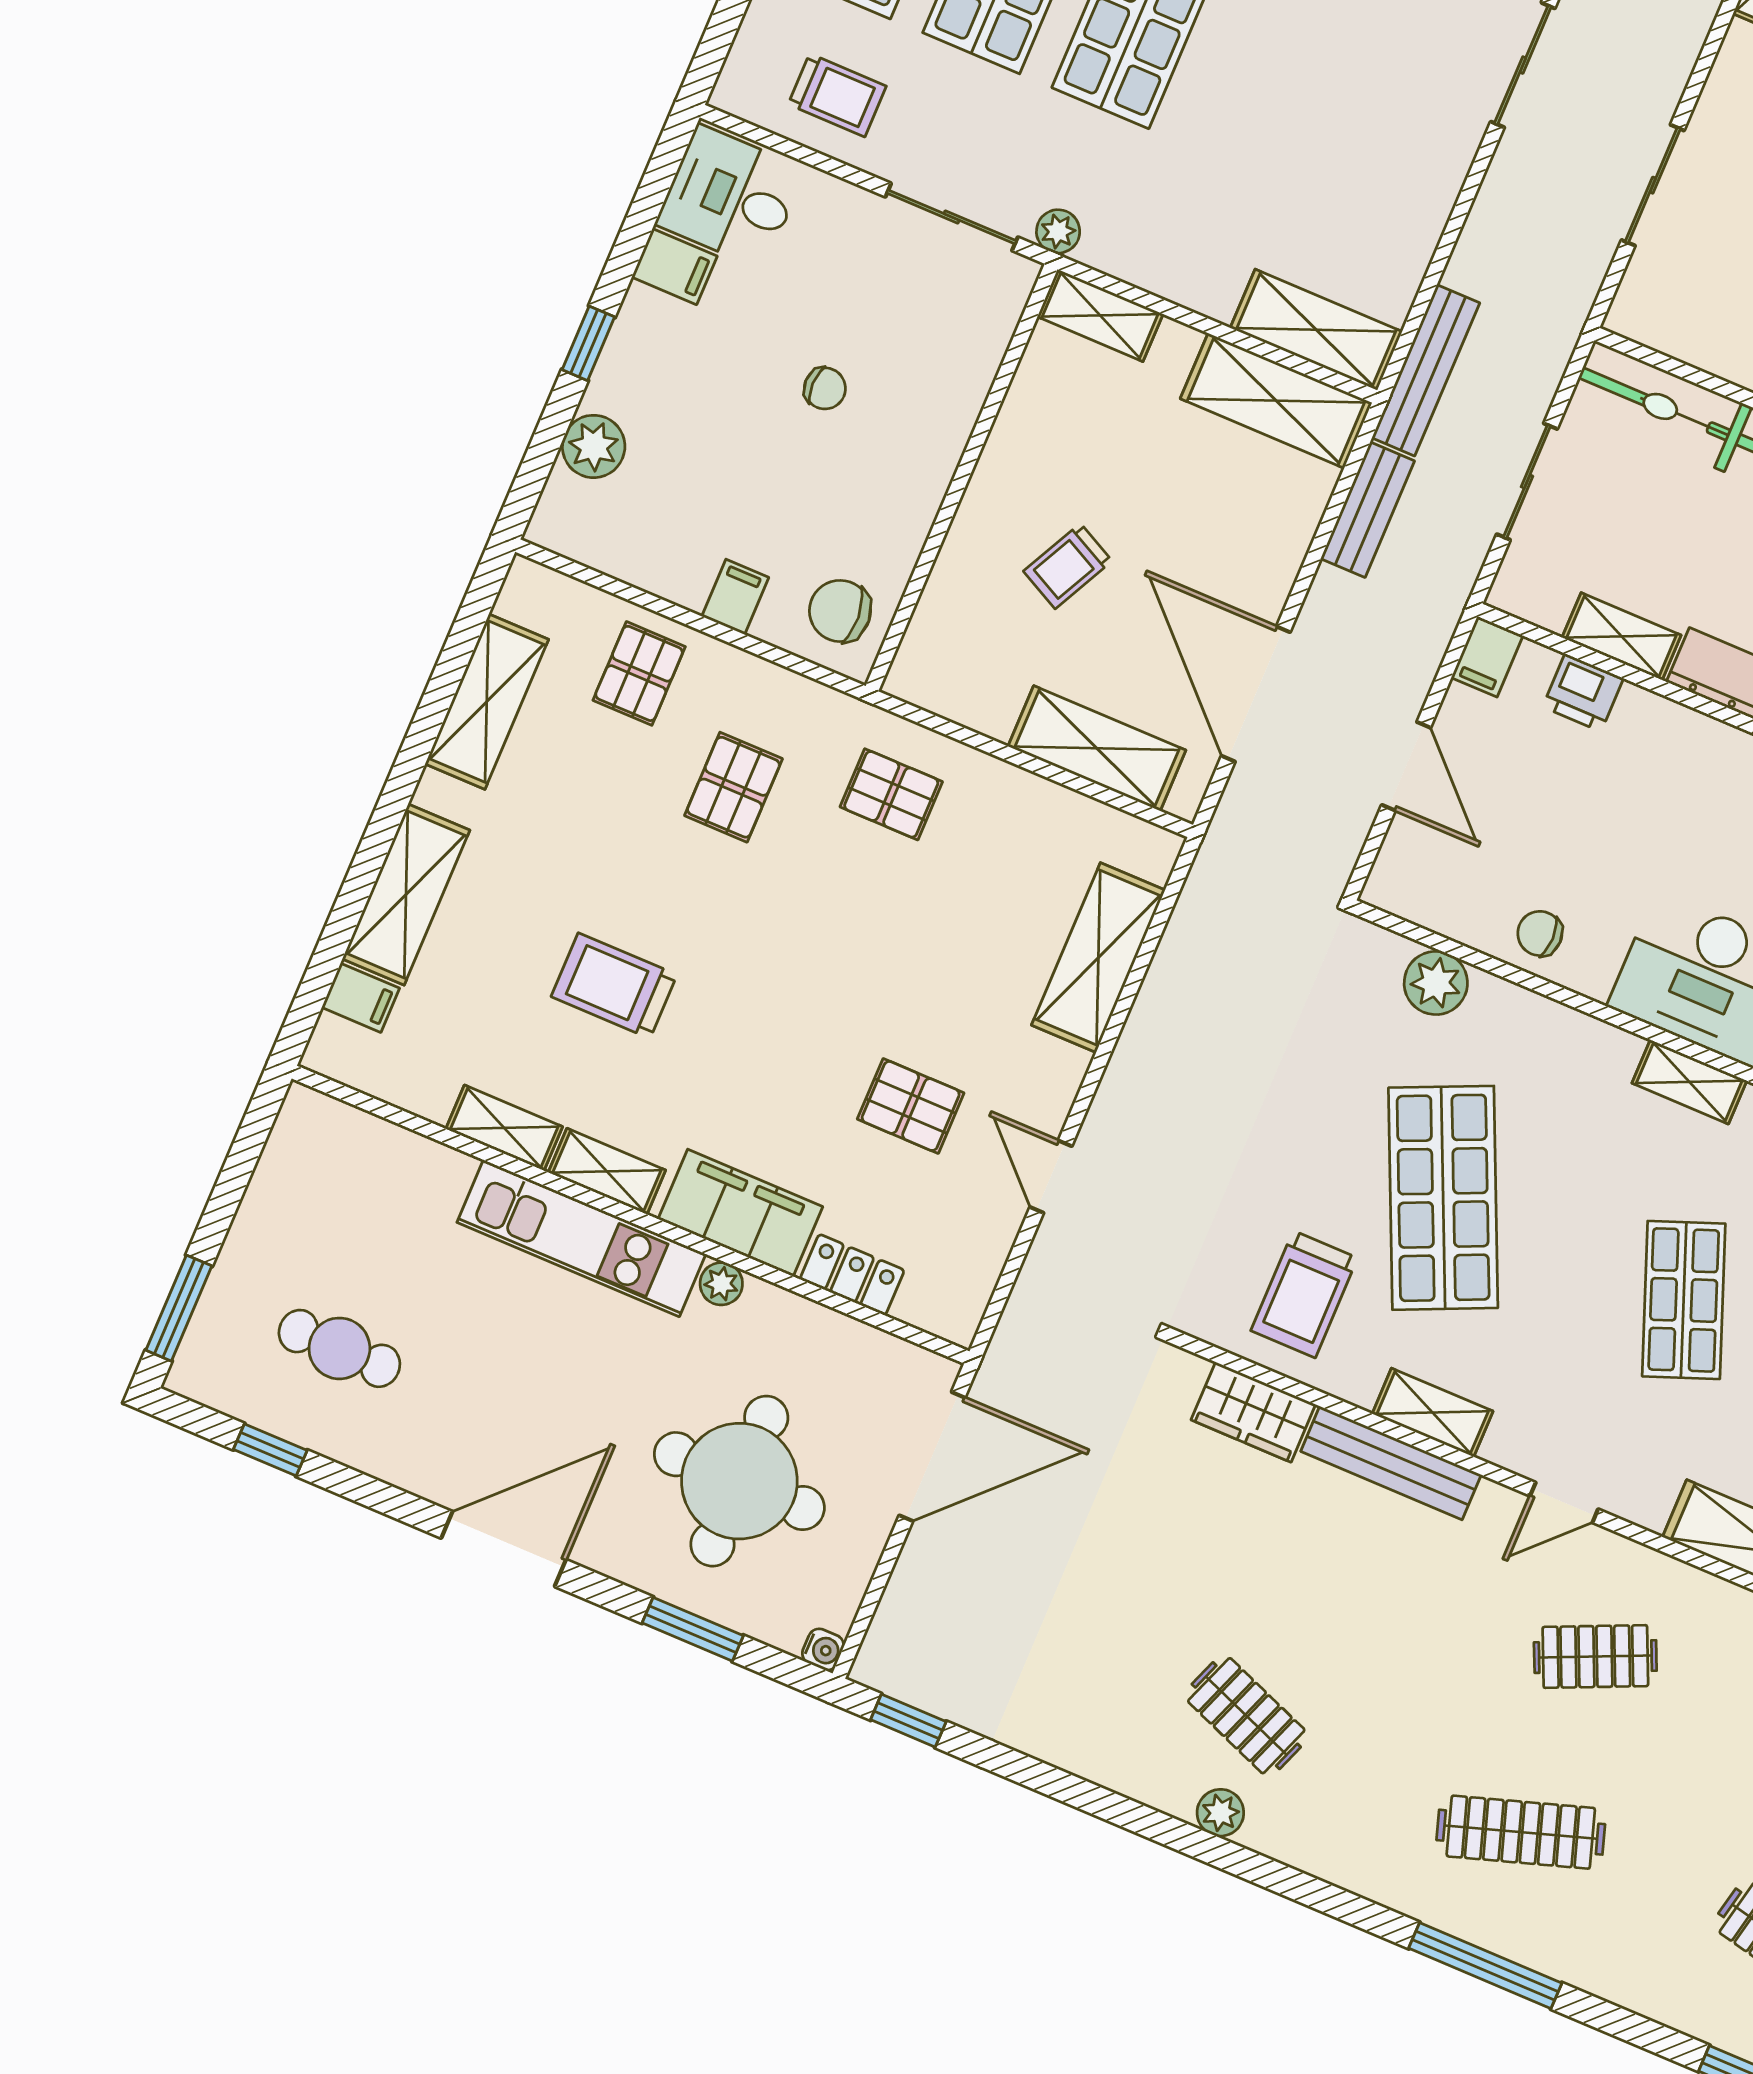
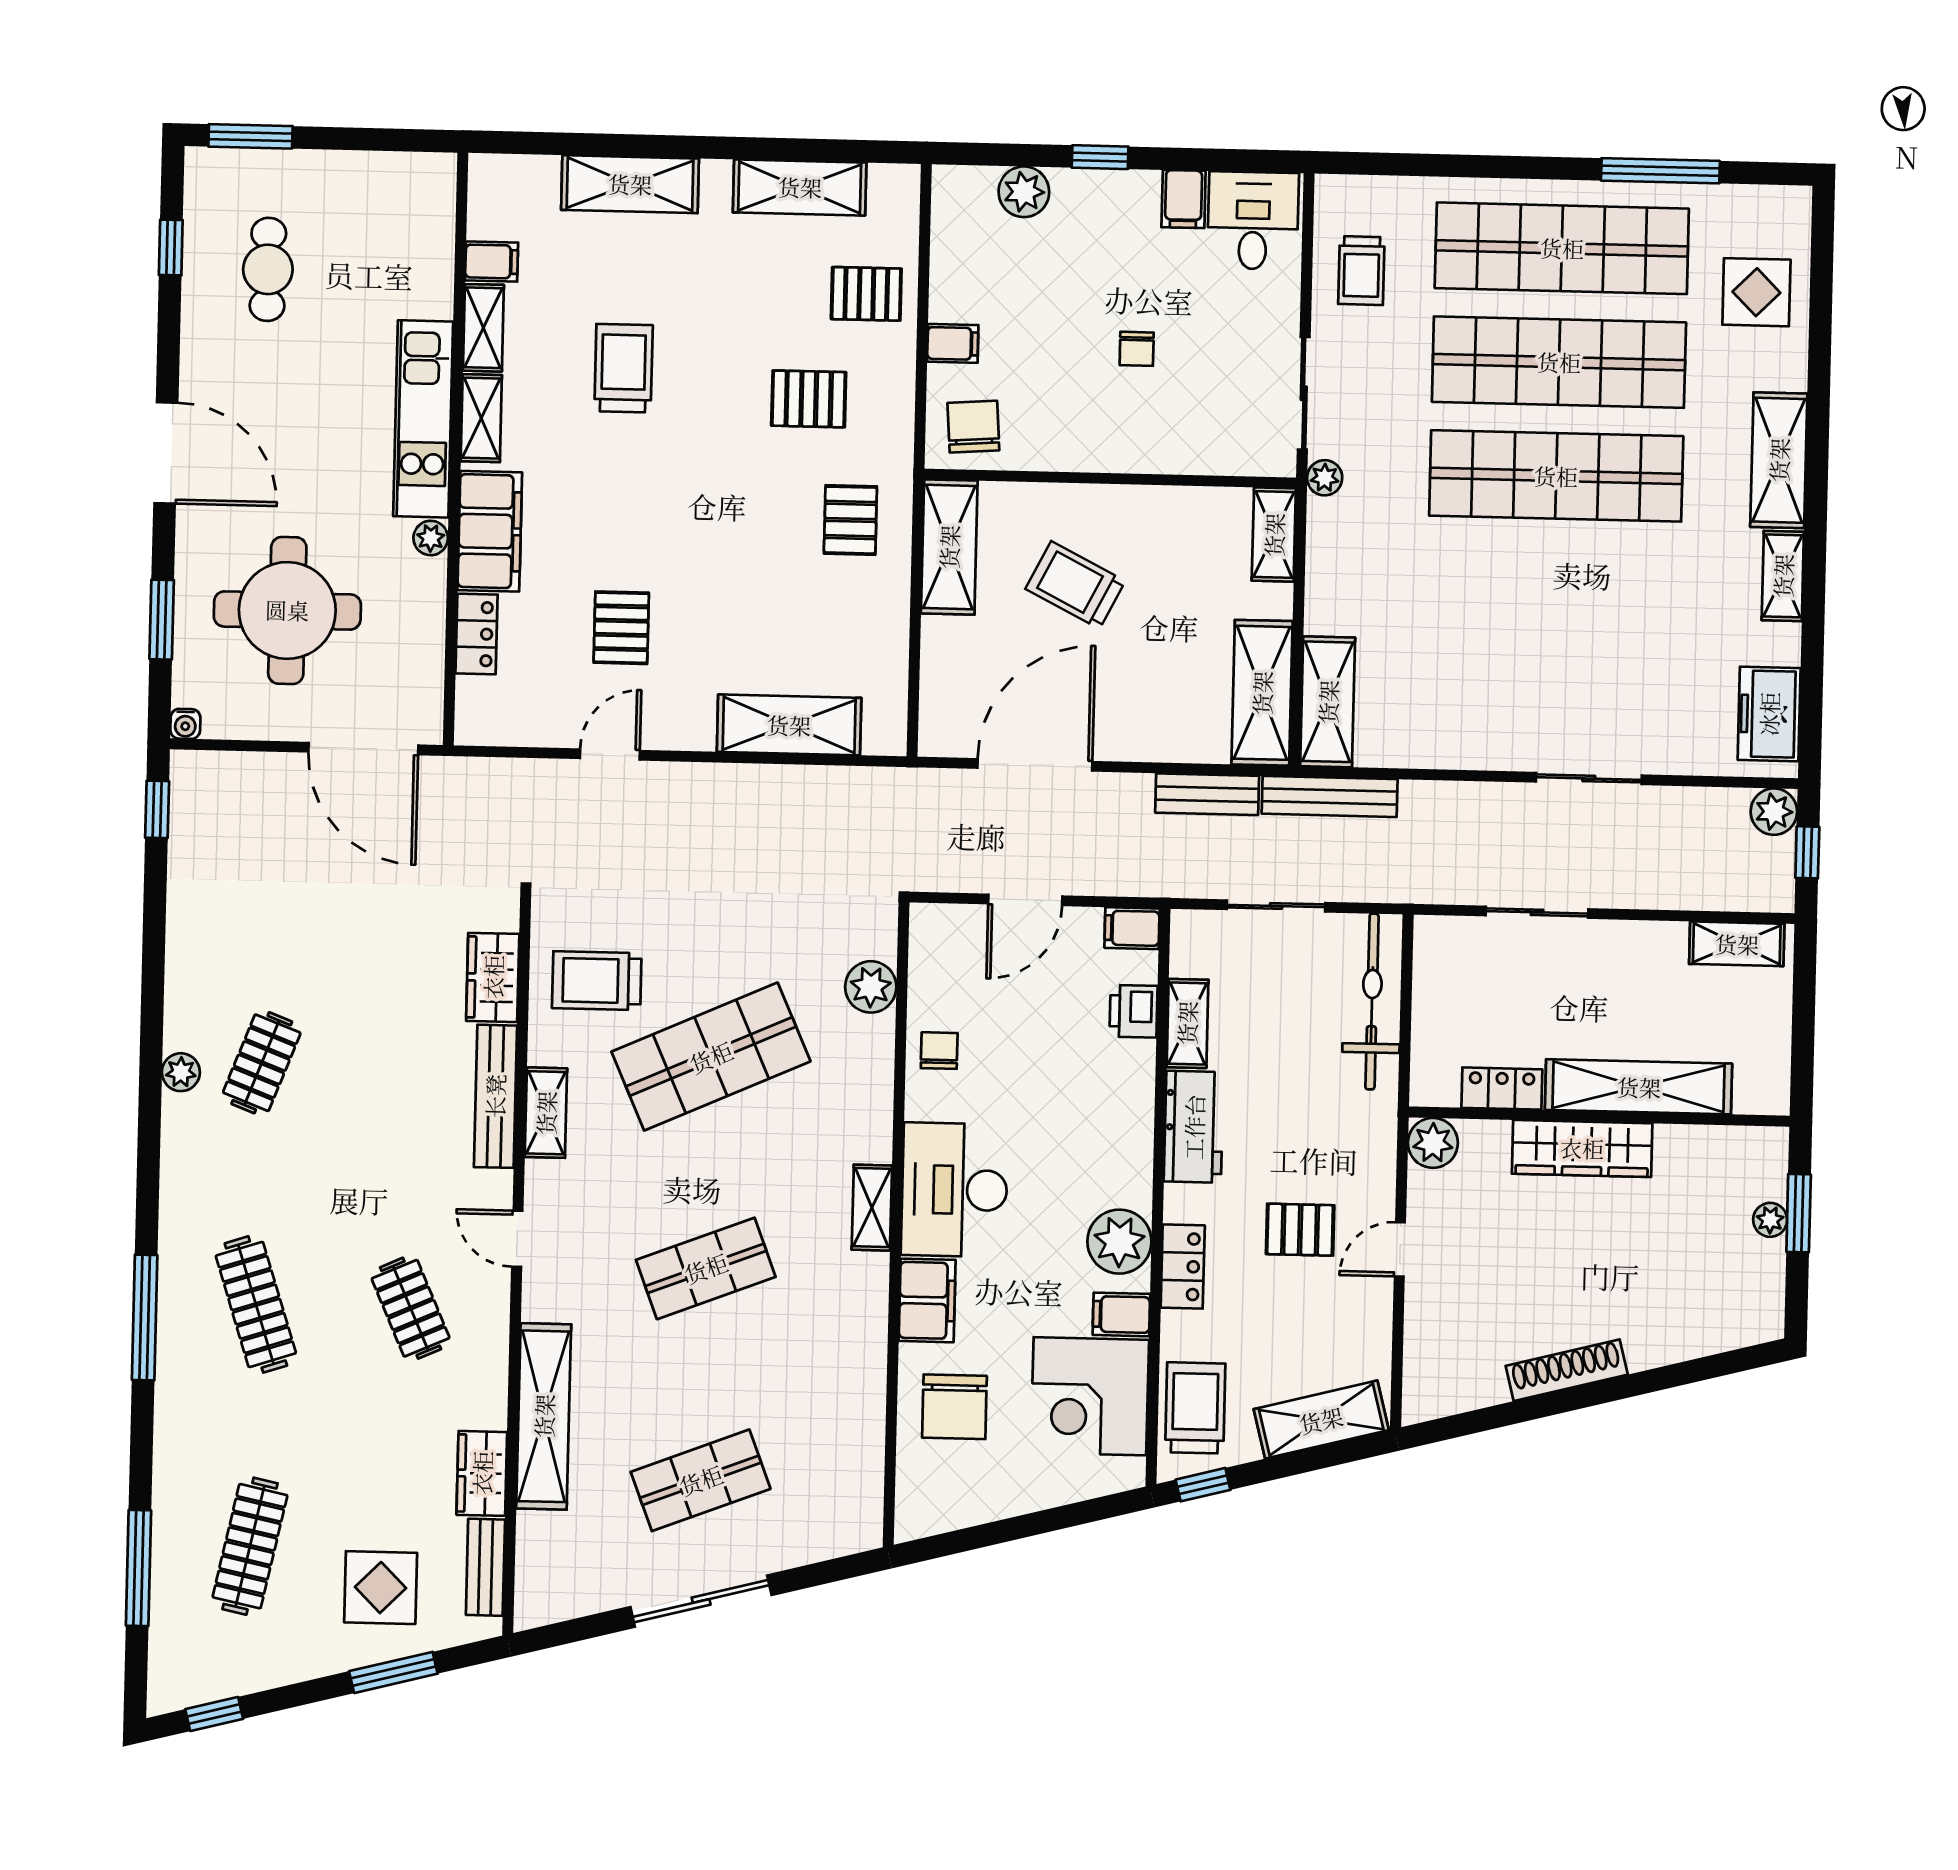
trolley: (1068, 566) -> (1075, 585), width x1.36, depth x1.39
shelving: (1097, 748) -> (949, 547), moved
filing cabinet: (361, 998) -> (492, 261), moved, turned -90

